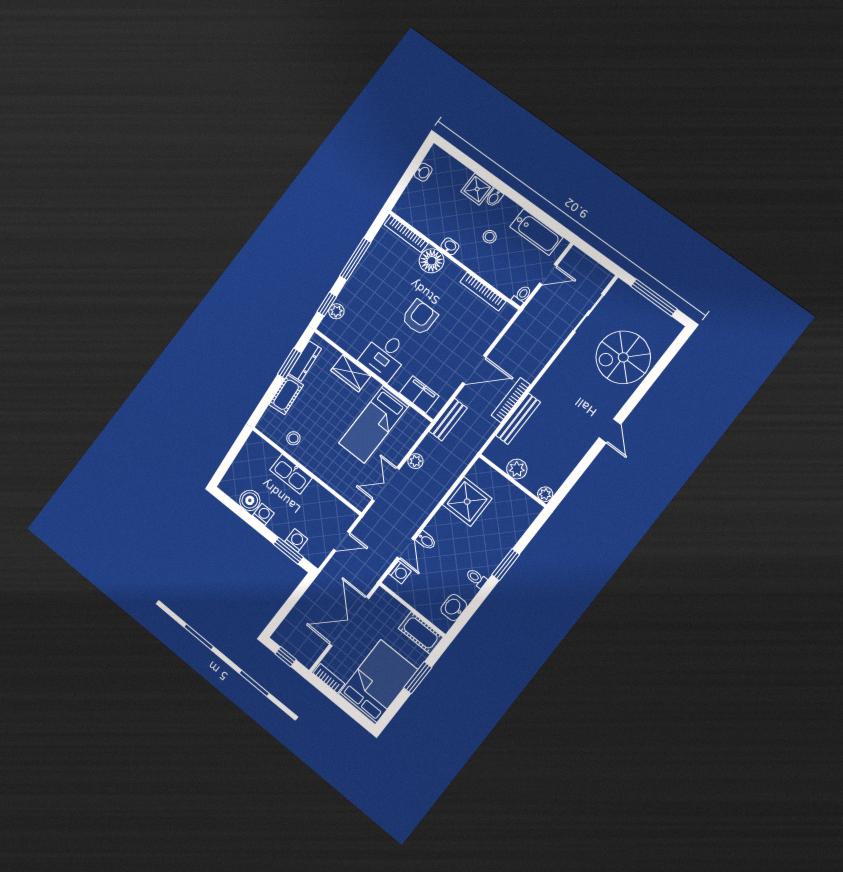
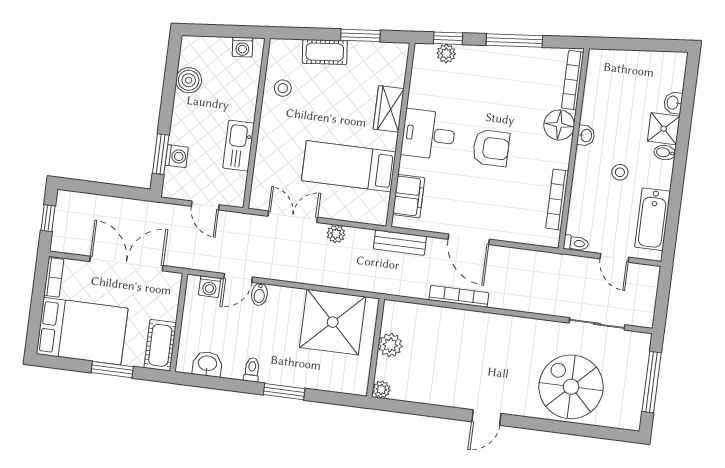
washbasin: (423, 172) -> (673, 103), moved, turned 95
dresser: (305, 361) -> (373, 51), removed
bench: (518, 419) -> (444, 316), removed
kitchen sink: (291, 474) -> (239, 146), moved
shower: (467, 502) -> (333, 322), width x1.37, depth x1.37
washing machine: (263, 514) -> (242, 47), moved, turned 85

